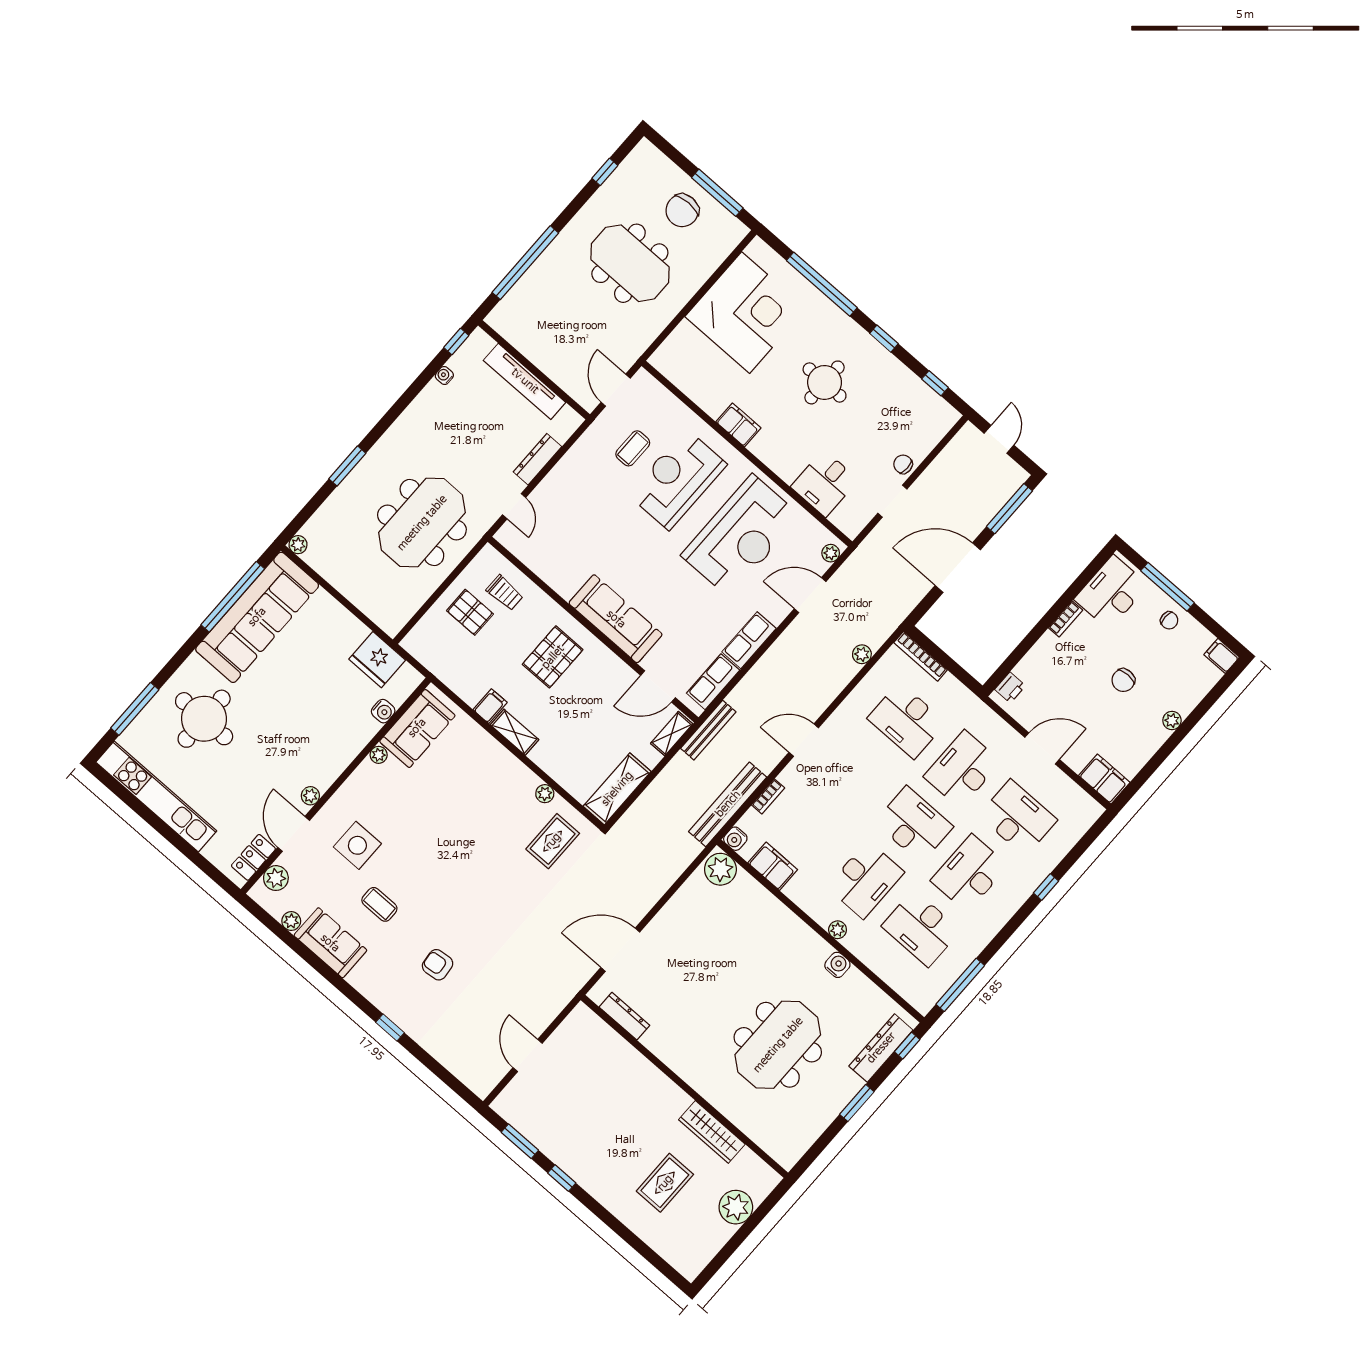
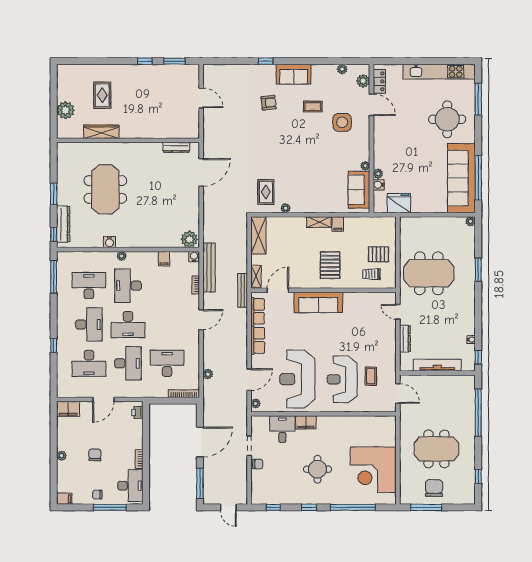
filing cabinet: (738, 425) -> (306, 422), moved
reception desk: (677, 479) -> (342, 379), turned 180
meeting table: (422, 523) -> (429, 273), turned 90
plant: (310, 796) -> (378, 174), moved
filing cabinet: (773, 866) -> (164, 259), width x0.50
sofa: (330, 943) -> (294, 74), moved

